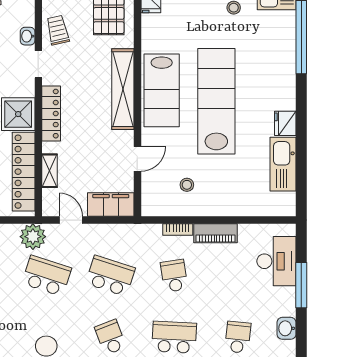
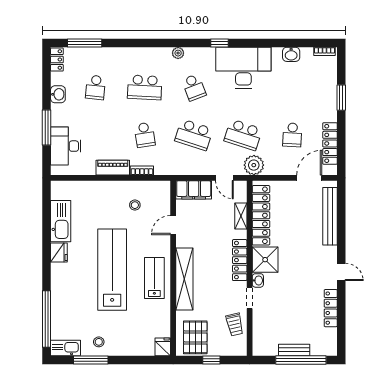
washbasin: (28, 36) -> (258, 280), moved
lab bench: (162, 90) -> (154, 278), width x0.73, depth x0.72
lab bench: (216, 101) -> (112, 270), turned 180

